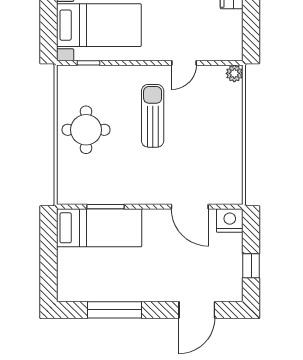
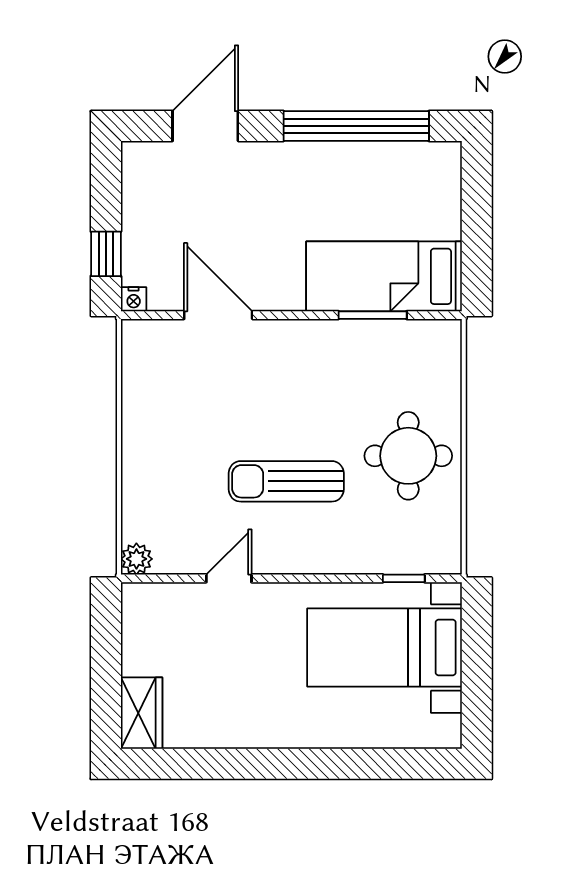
sun lounger: (153, 116) -> (286, 481), turned 90
nightstand: (230, 221) -> (134, 299), width x0.53, depth x0.56
window: (251, 266) -> (106, 254), moved
window: (114, 310) -> (356, 126), width x1.46

